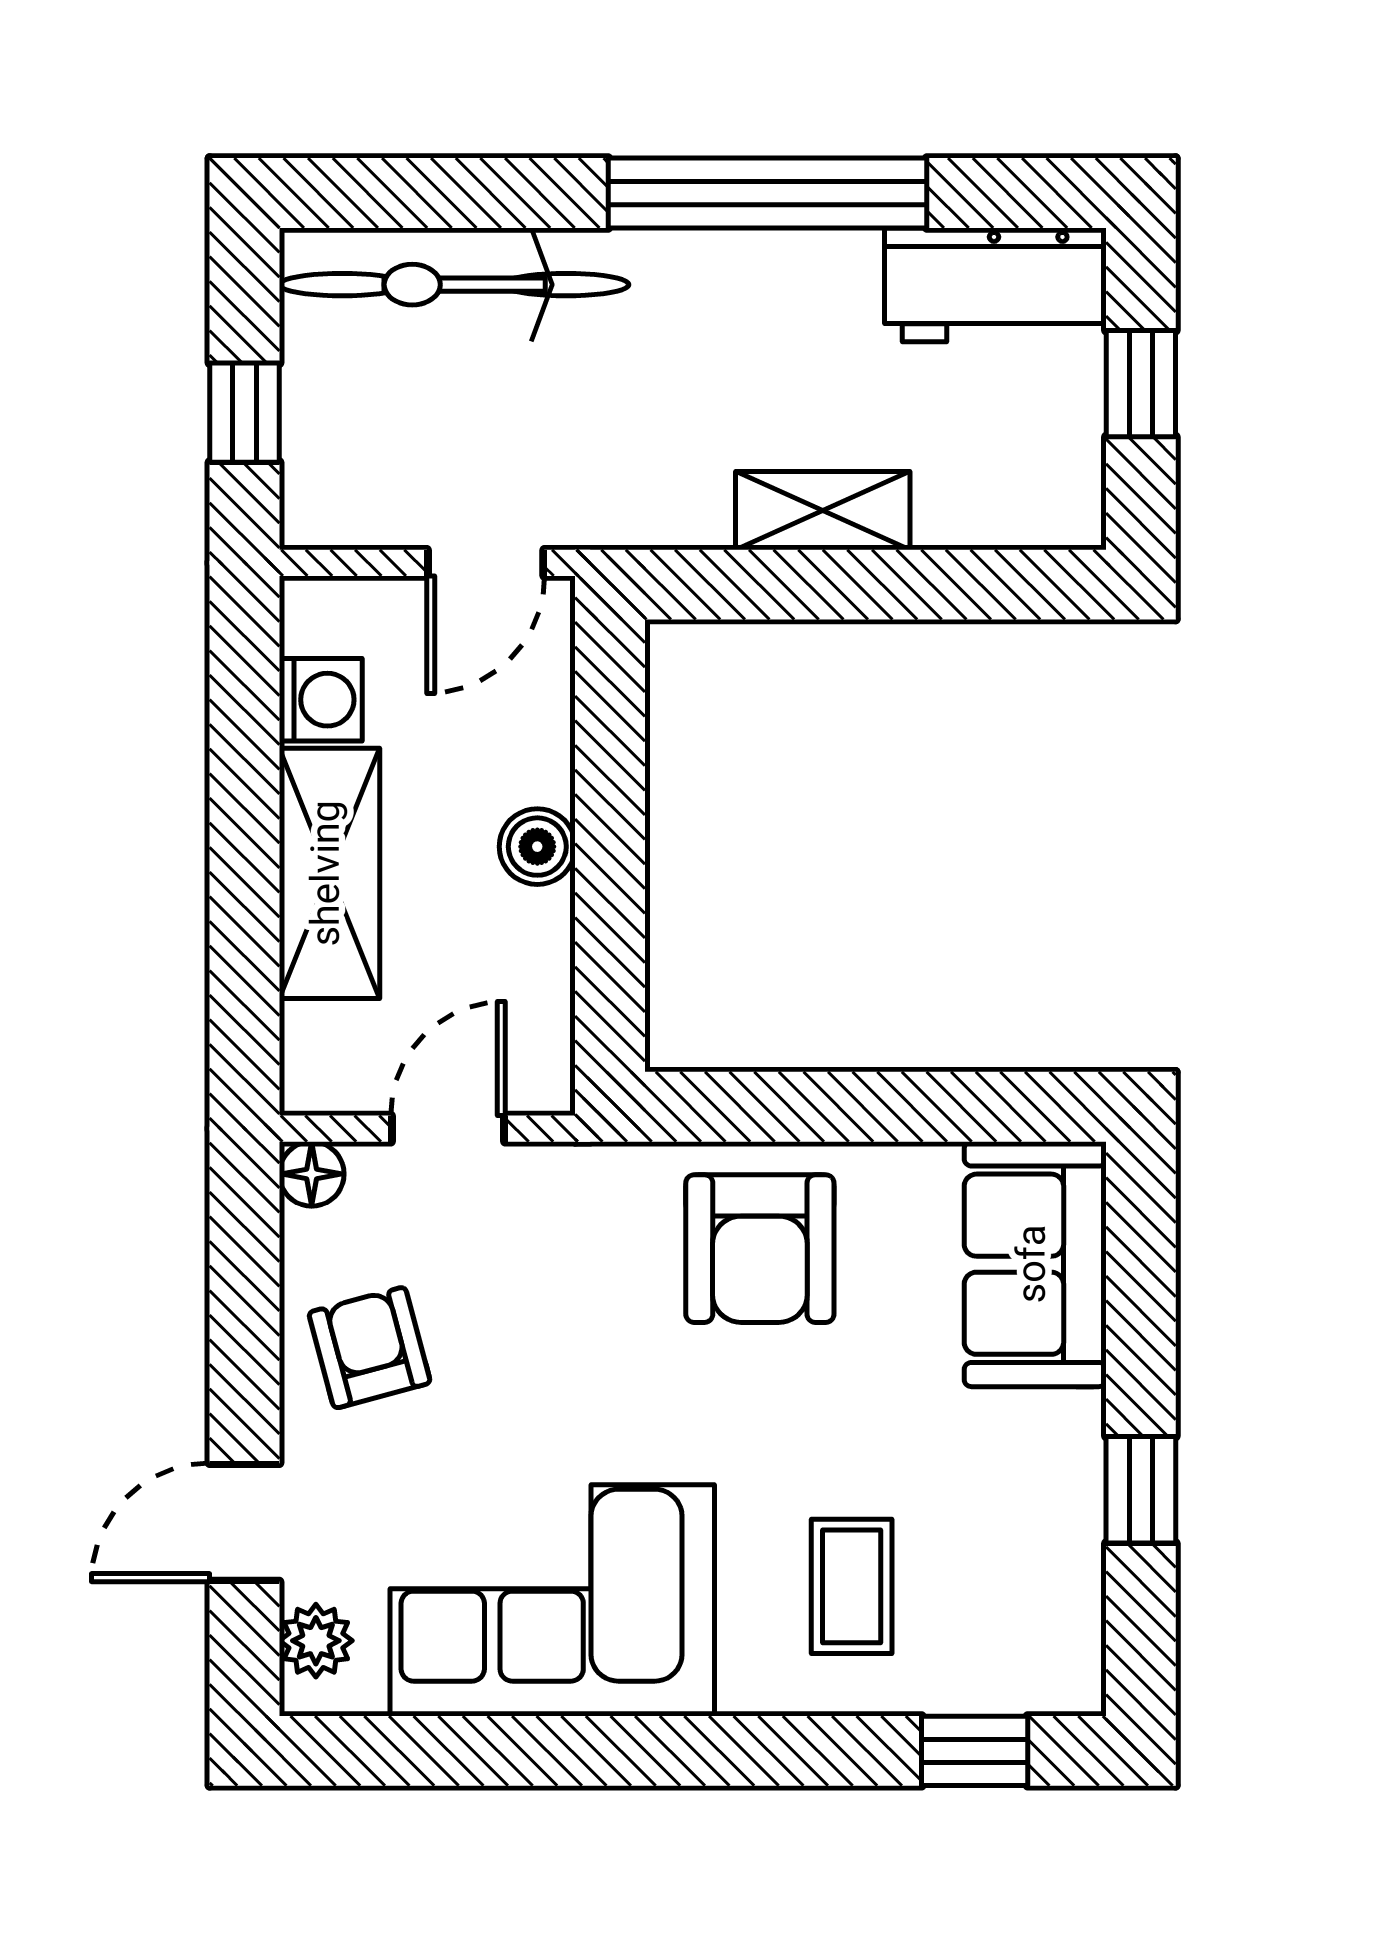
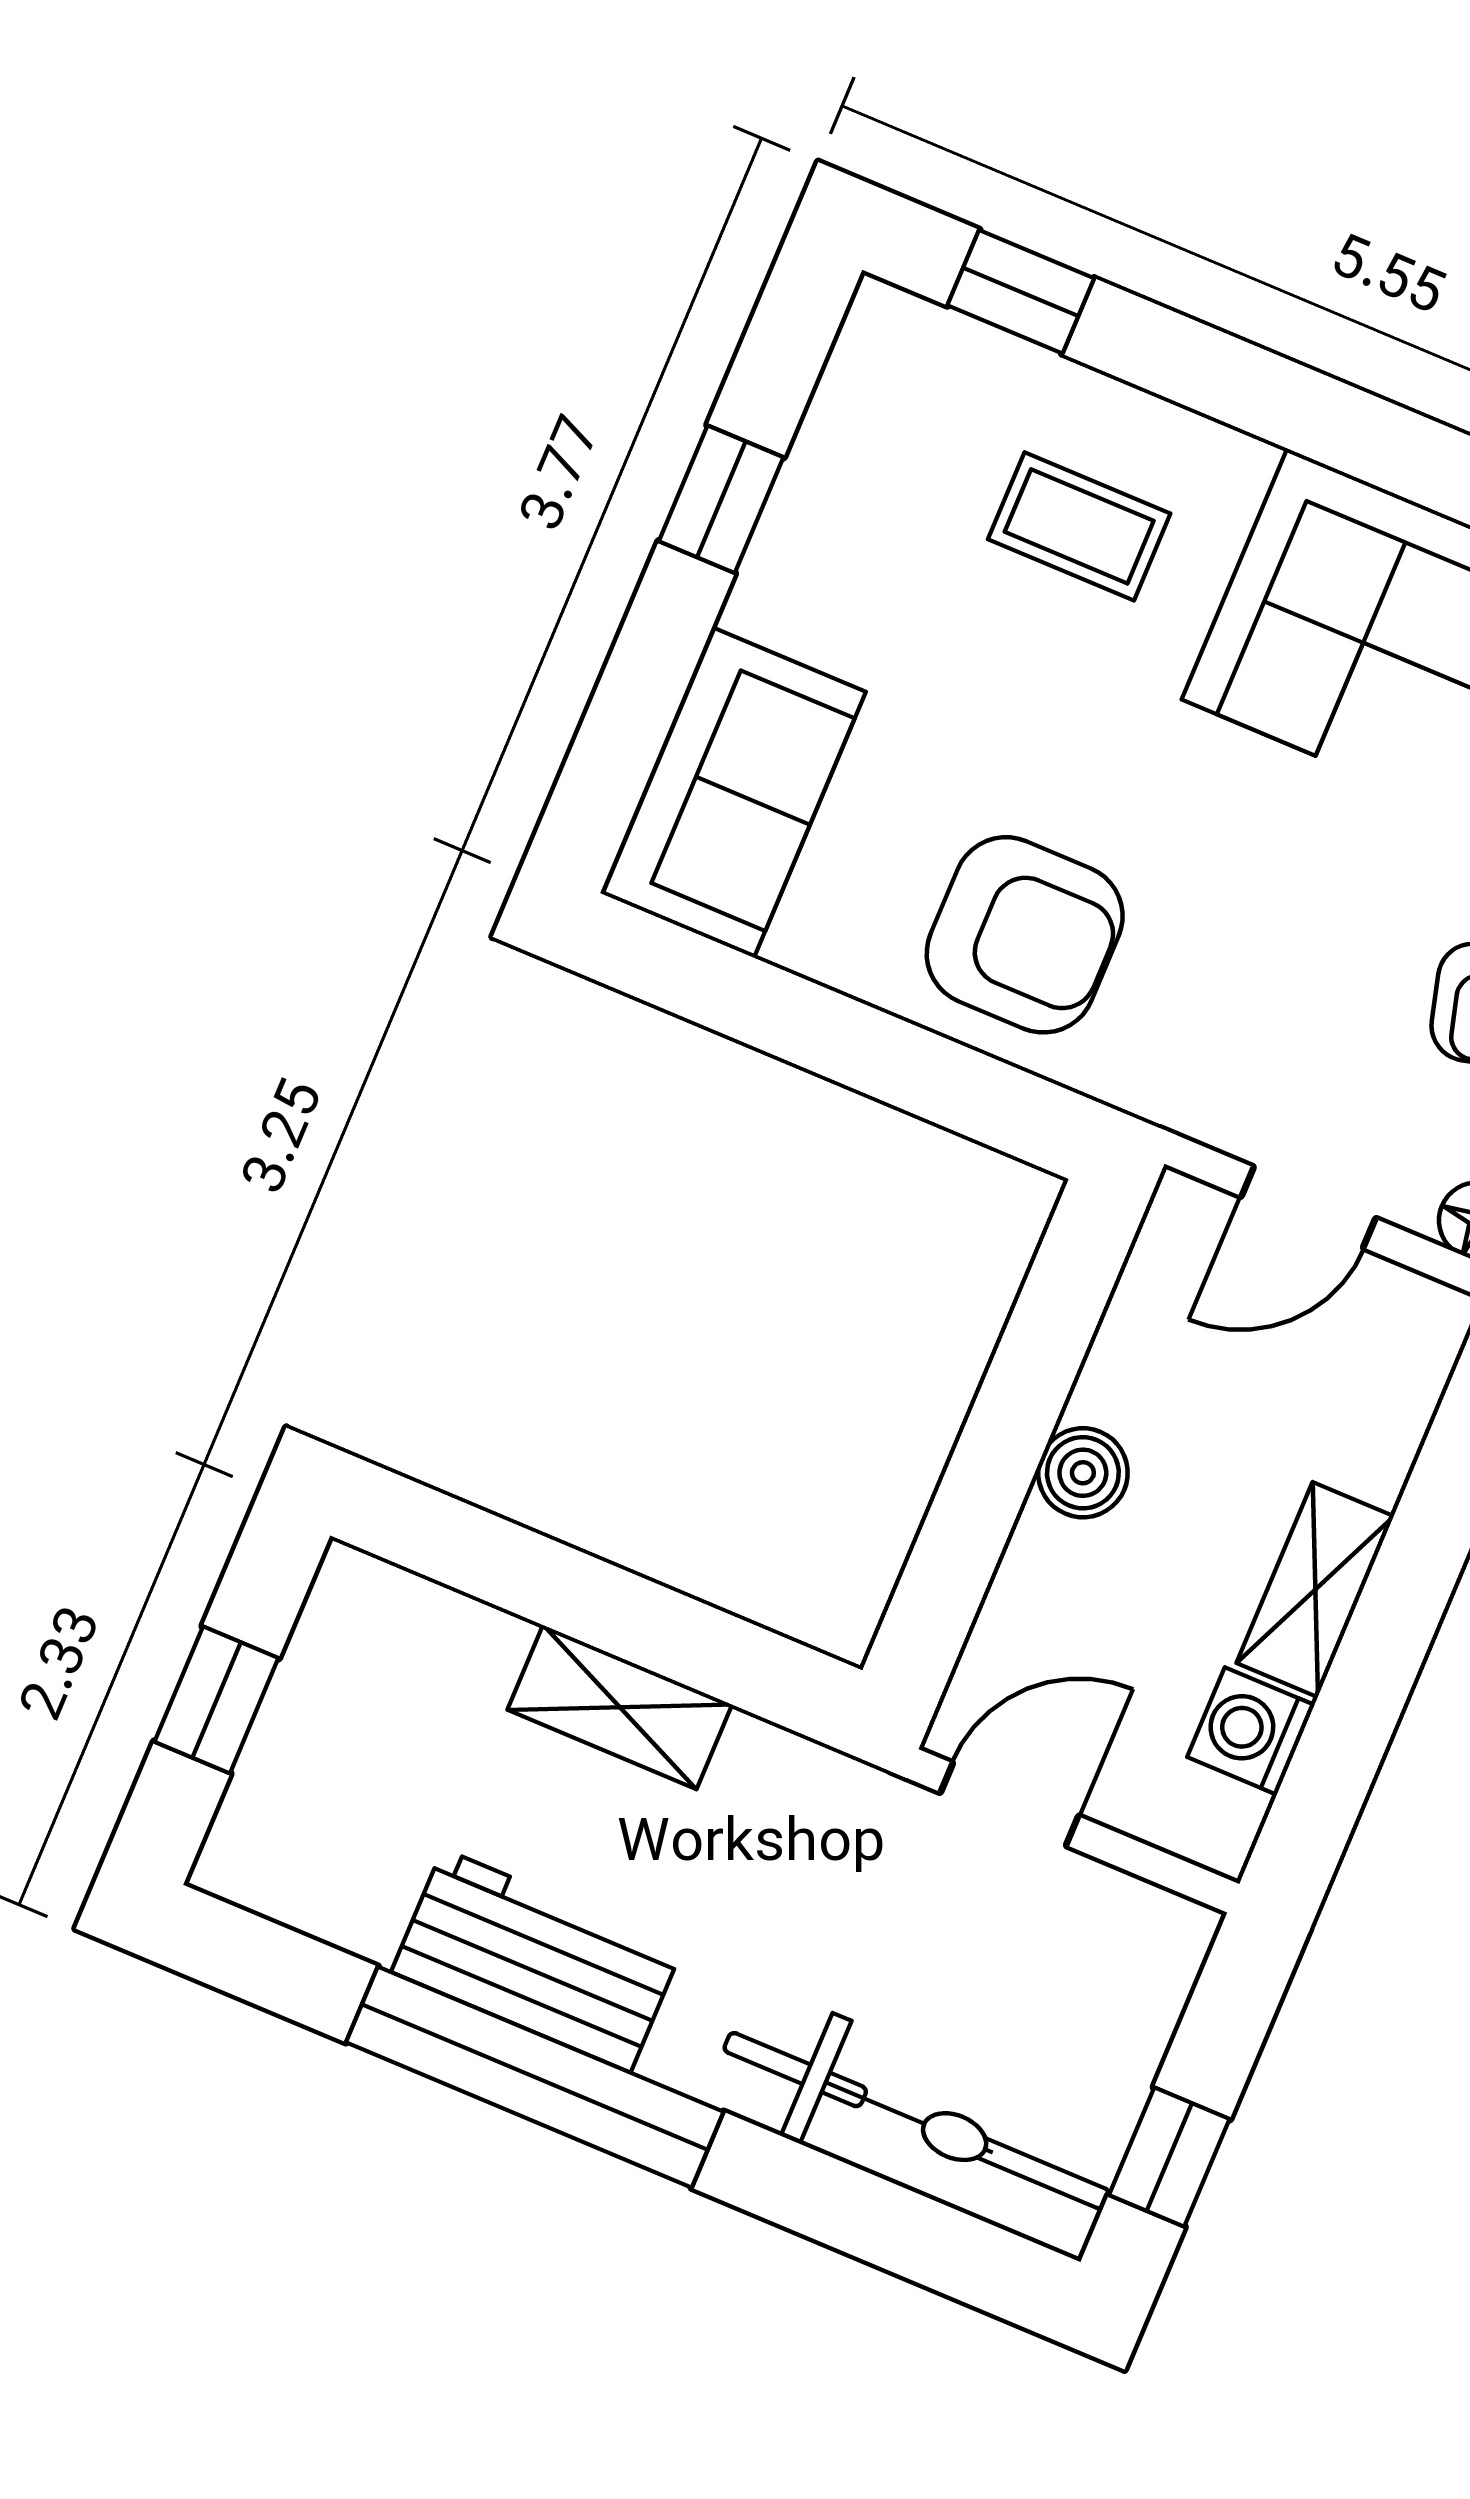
workbench: (995, 285) -> (537, 1961), moved
window: (245, 413) -> (1169, 2157), moved
shelving: (329, 873) -> (1315, 1590), width x0.67, depth x0.75
armchair: (760, 1249) -> (1025, 935), turned 90
coffee table: (852, 1586) -> (1079, 526), turned 90

